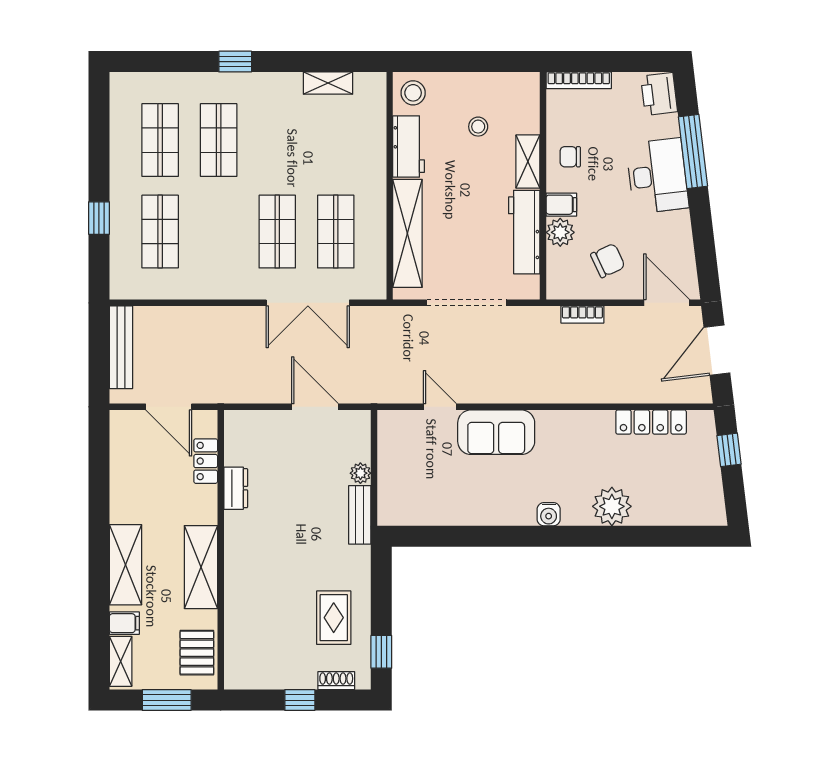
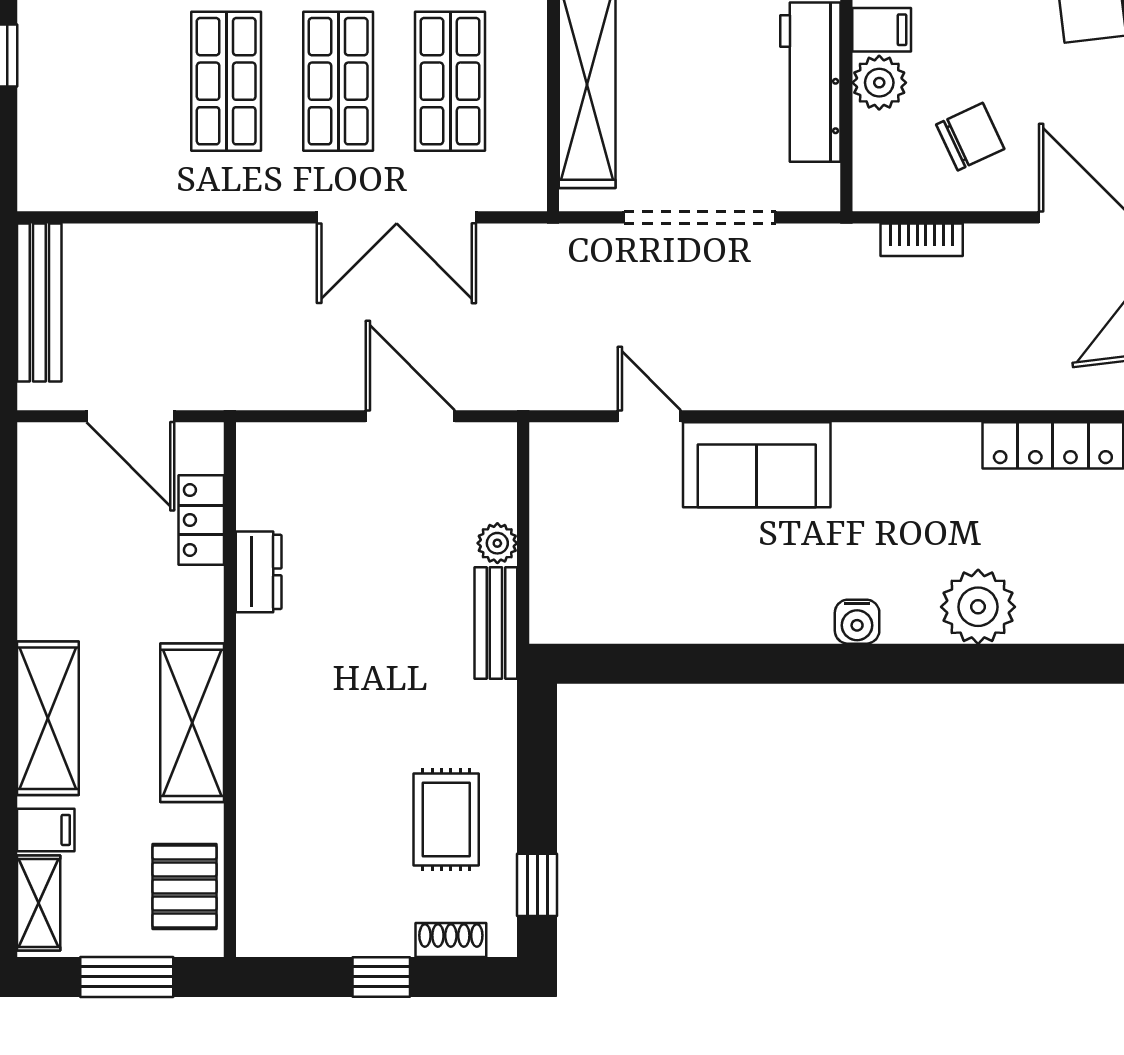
shop shelf: (160, 232) -> (226, 81), moved

